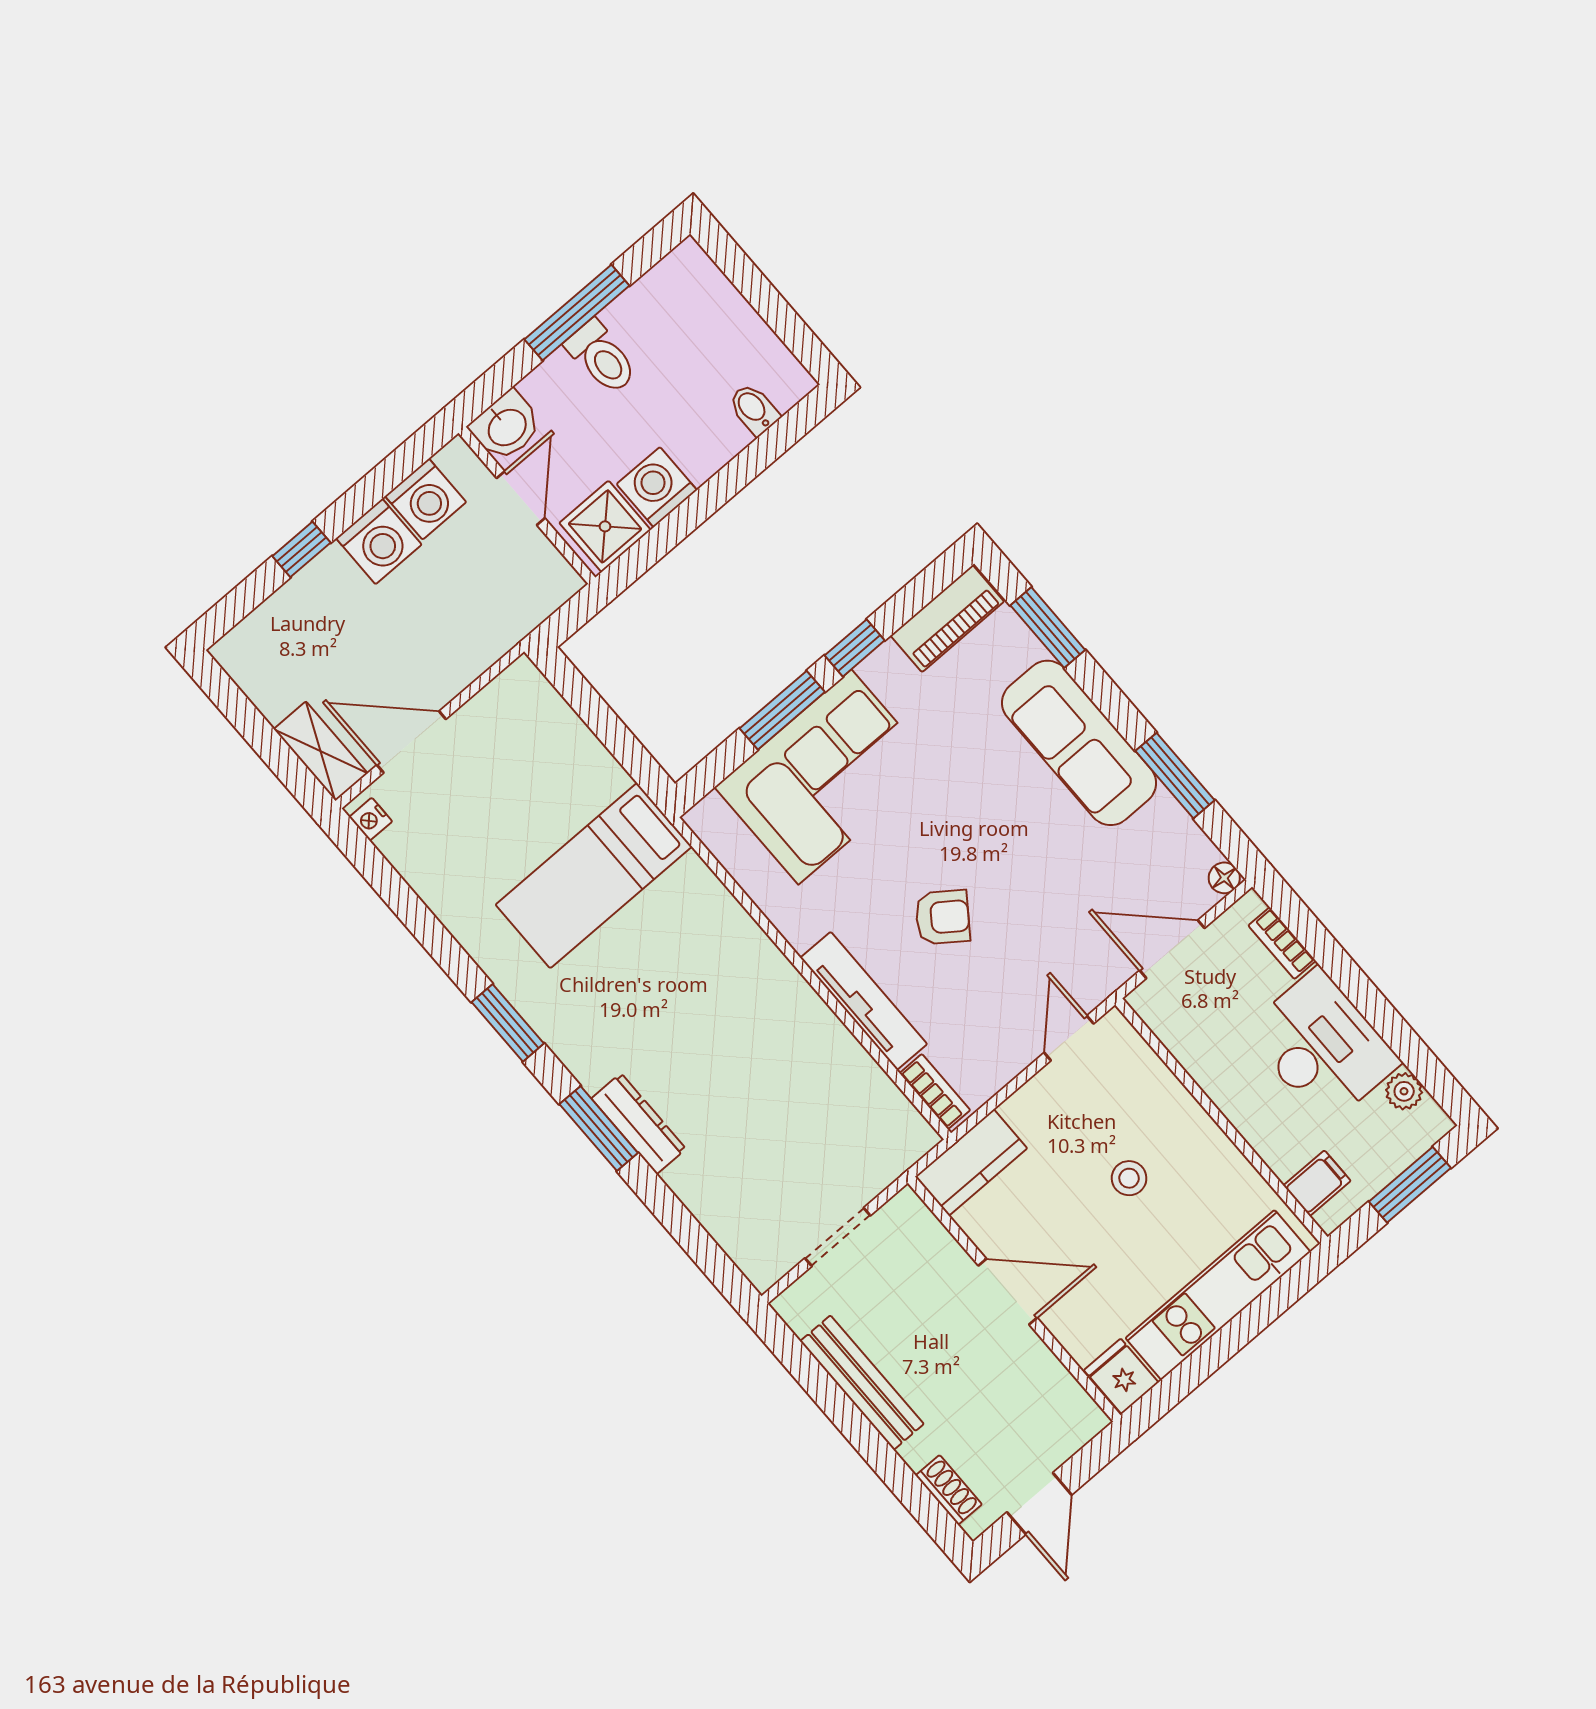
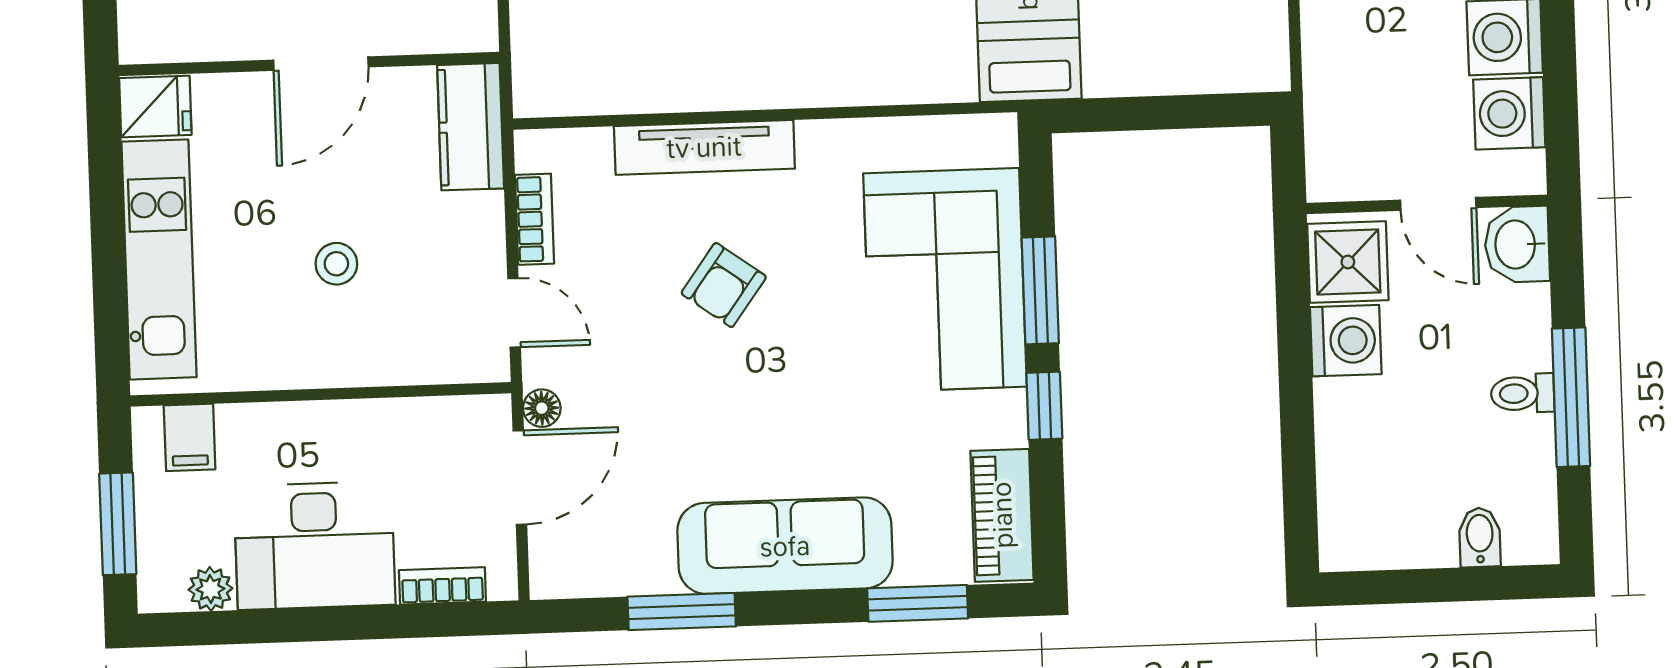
toilet: (602, 357) -> (1523, 393), width x0.73, depth x0.72
bidet: (754, 409) -> (1480, 537), moved, turned -90
floor lamp: (1224, 878) -> (542, 408), moved
bookcase: (935, 1092) -> (534, 219), moved, turned -90

